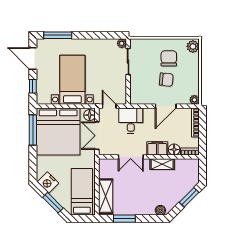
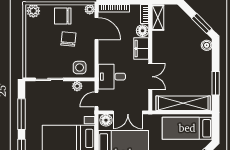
window: (95, 35) -> (21, 114), added
plant: (122, 43) -> (77, 86), moved
chair: (169, 58) -> (63, 16), moved
side table: (139, 90) -> (80, 68), added
door: (166, 106) -> (97, 29), moved
shelving: (162, 164) -> (158, 18), moved
shelving: (106, 196) -> (183, 103), width x1.47
window: (189, 197) -> (202, 23), moved

